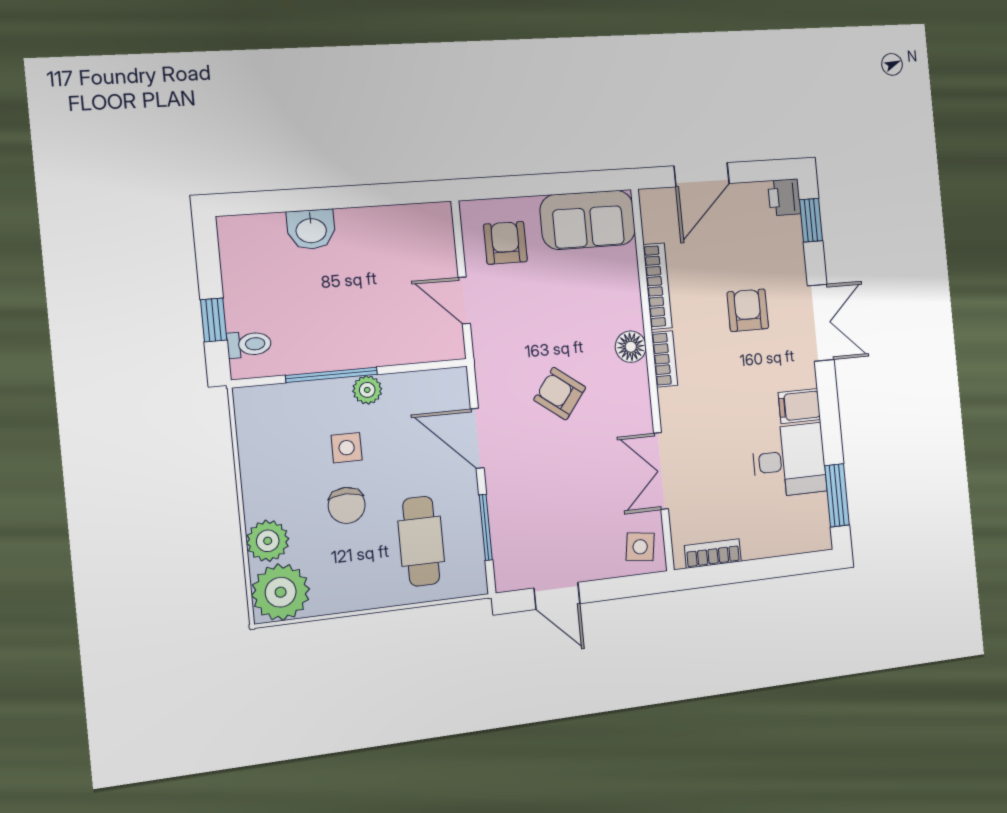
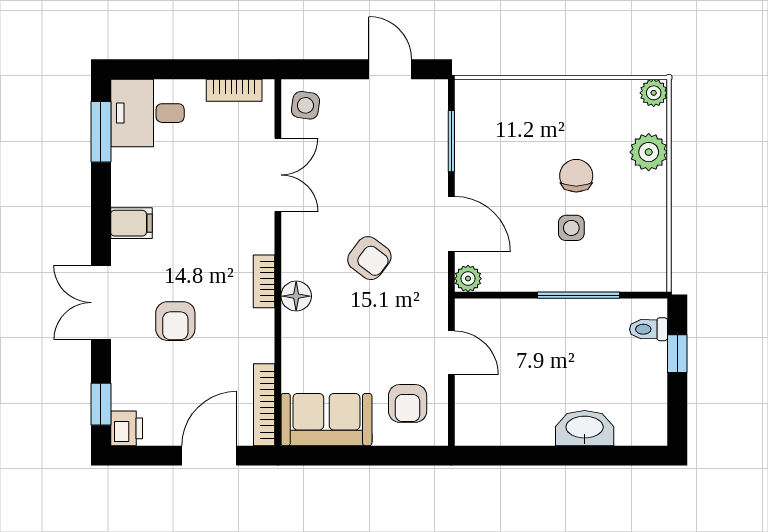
washbasin: (311, 230) -> (585, 428), width x1.38
bookcase: (658, 286) -> (264, 405), moved
plant: (367, 390) -> (468, 279), moved
desk: (789, 460) -> (147, 113), moved
cafe table: (421, 541) -> (512, 135), removed
plant: (281, 592) -> (654, 93), width x0.53, depth x0.53

